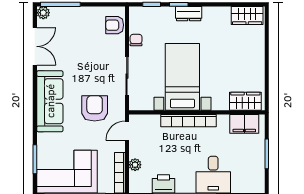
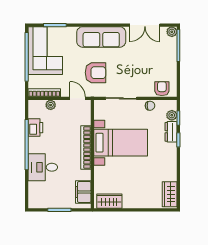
plant: (148, 13) -> (172, 115), added
dresser: (189, 14) -> (171, 132), moved
wardrobe: (245, 101) -> (109, 201), moved, turned -90

